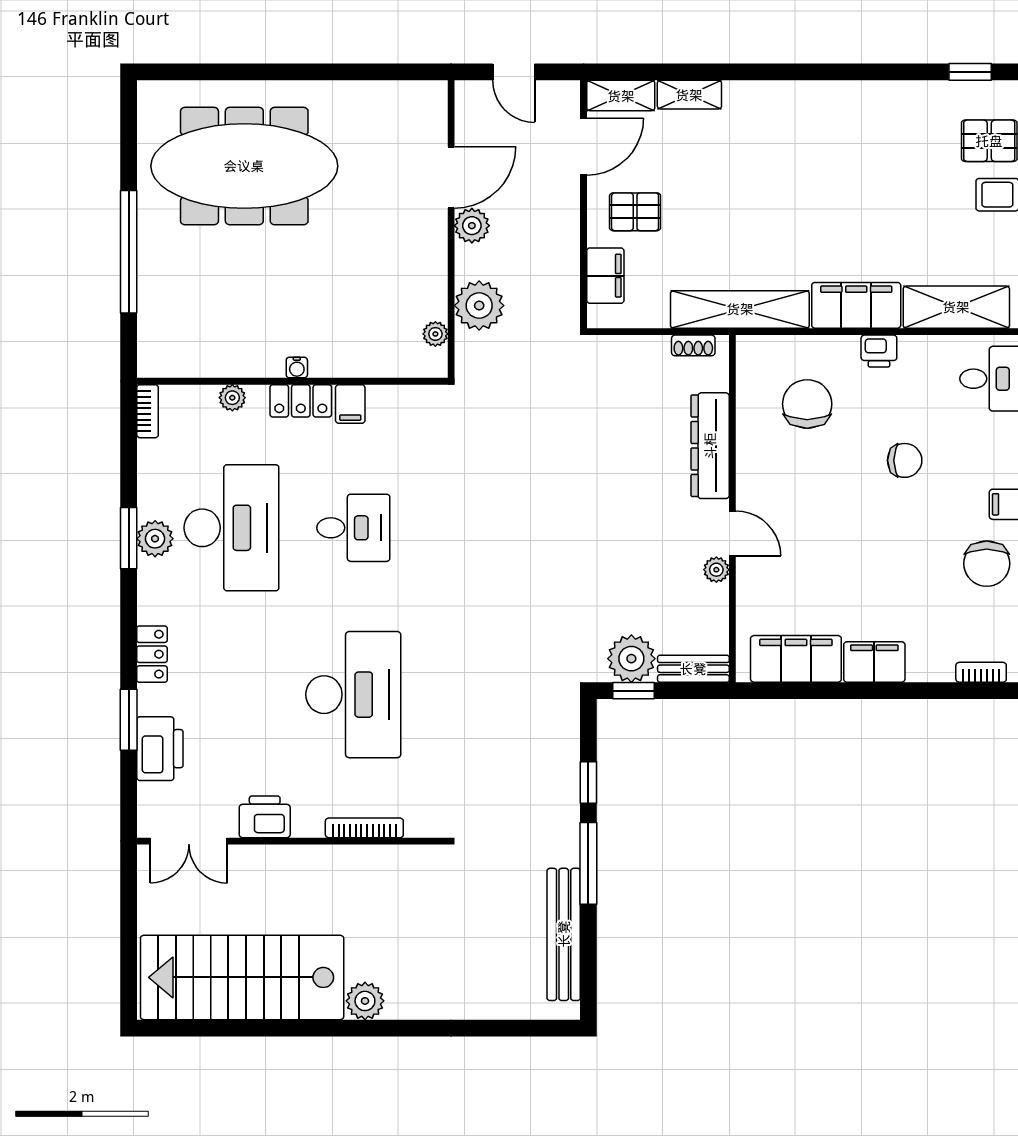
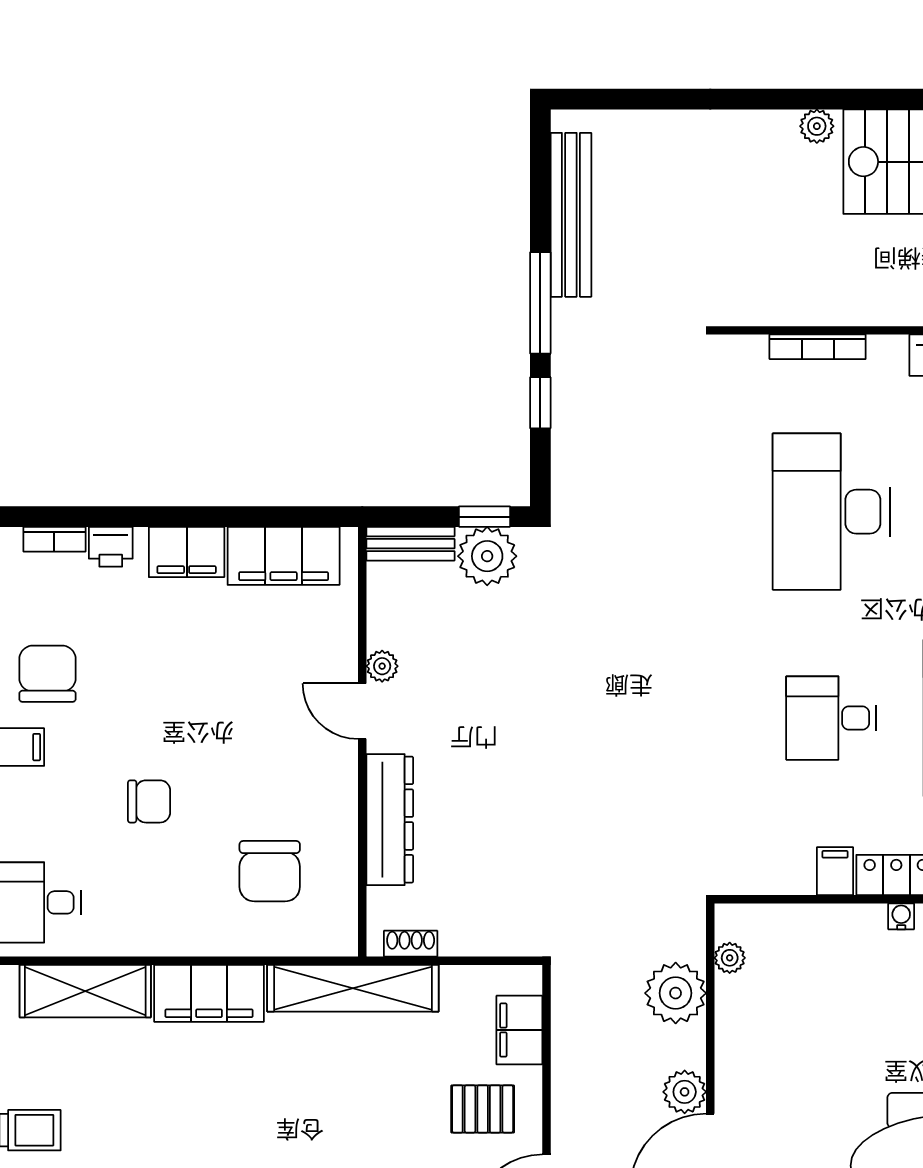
printer: (879, 351) -> (111, 547), moved, turned 180
chair: (905, 460) -> (149, 801), turned 180
plant: (365, 1001) -> (817, 126), width x0.73, depth x0.73

